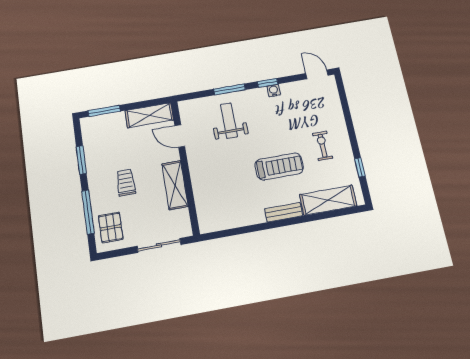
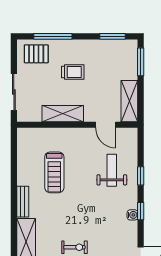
window: (229, 89) -> (141, 176), width x0.67
weight bench: (229, 121) -> (112, 170), turned -90
door: (180, 136) -> (106, 125), swing flipped
window: (81, 160) -> (112, 36), moved
treadmill: (279, 166) -> (54, 172), moved

